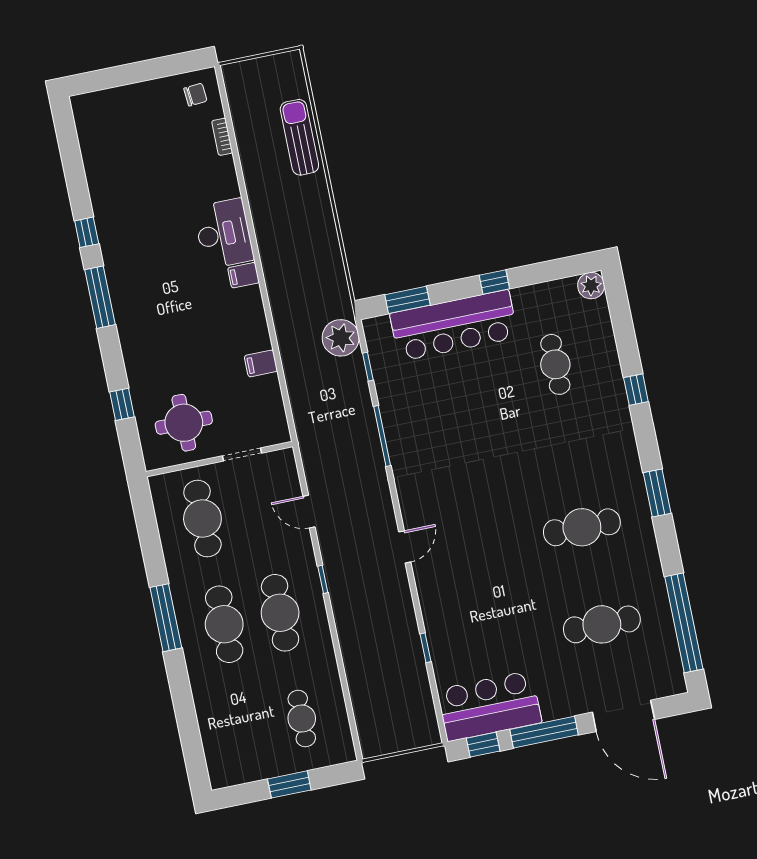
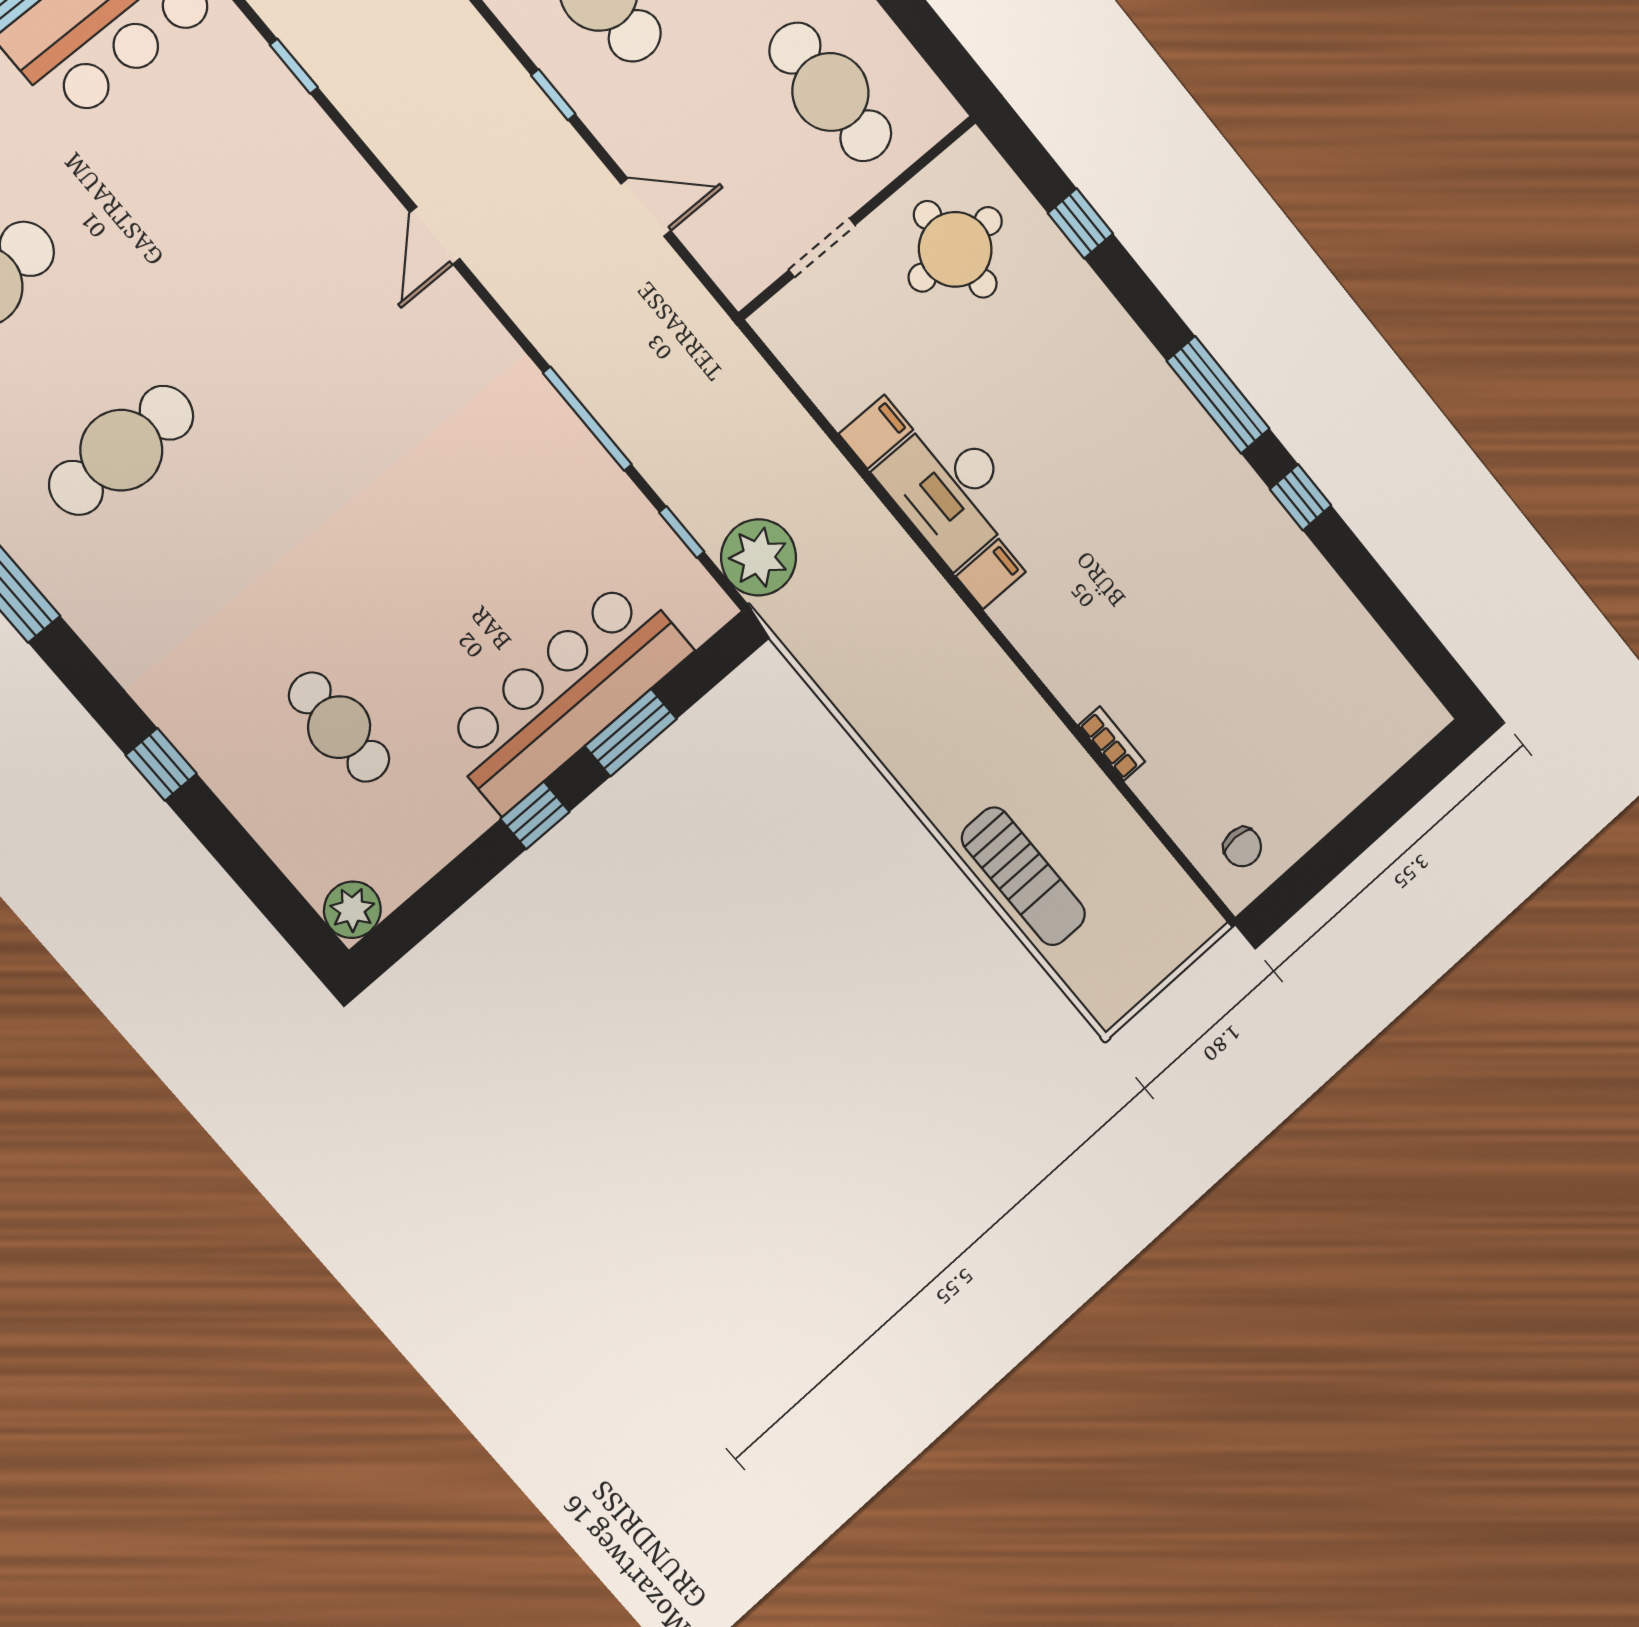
chair: (195, 95) -> (1243, 847), turned -85
bookcase: (222, 137) -> (1112, 743), moved
desk: (224, 234) -> (950, 489), moved
window: (407, 300) -> (631, 733), moved

